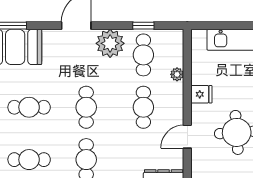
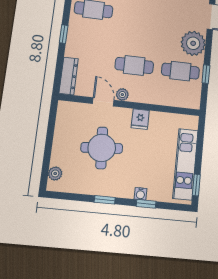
plant: (177, 74) -> (122, 95), moved
cafe table: (86, 107) -> (140, 16), removed

